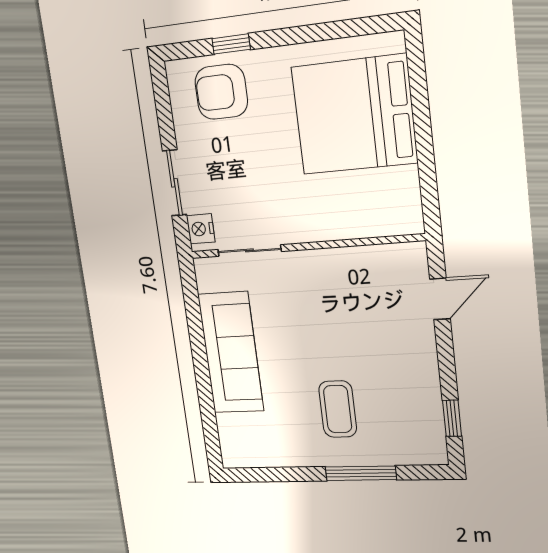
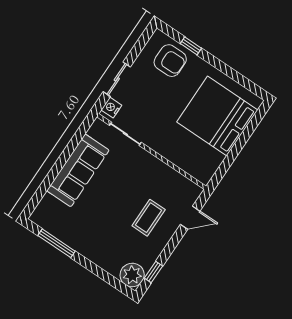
armchair: (221, 92) -> (170, 61), turned 180
coffee table: (338, 409) -> (149, 218), moved
plant: (425, 444) -> (132, 275), added
window: (361, 473) -> (57, 243), moved

